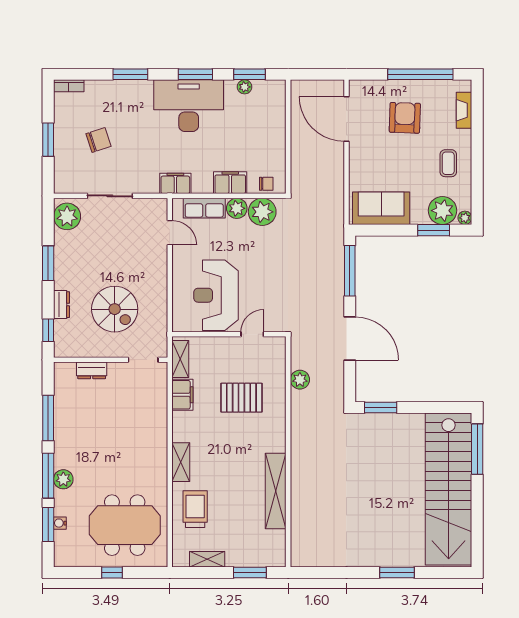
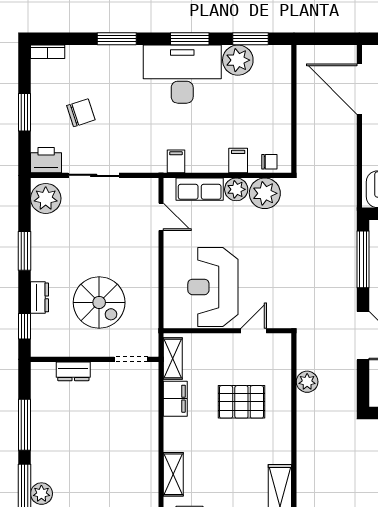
plant: (245, 87) -> (238, 60), width x1.88, depth x1.88
printer: (67, 182) -> (46, 160), added
filing cabinet: (175, 183) -> (176, 161), width x0.50
filing cabinet: (230, 183) -> (238, 161), width x0.50

